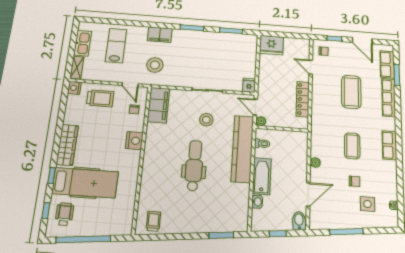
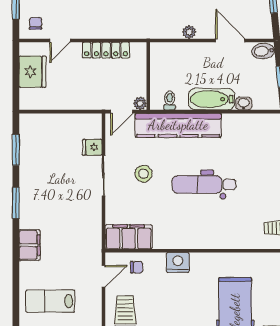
fridge: (271, 45) -> (32, 72), moved
stool: (155, 65) -> (74, 247), removed
fridge: (249, 85) -> (92, 147), moved

